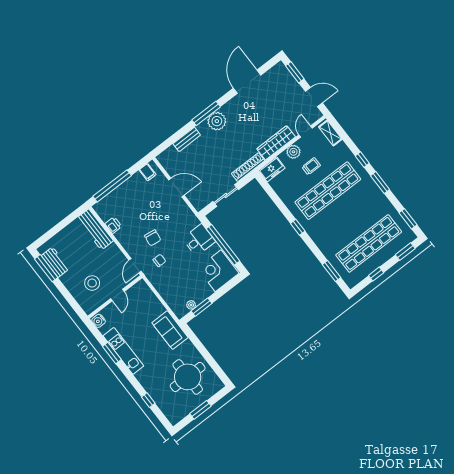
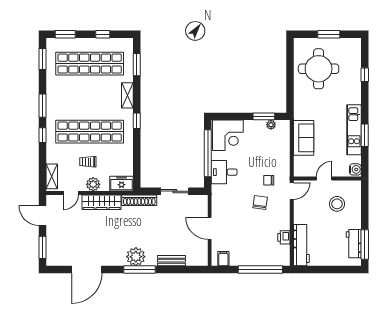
shelving: (320, 241) -> (127, 95), added
sofa: (170, 330) -> (304, 138), moved

